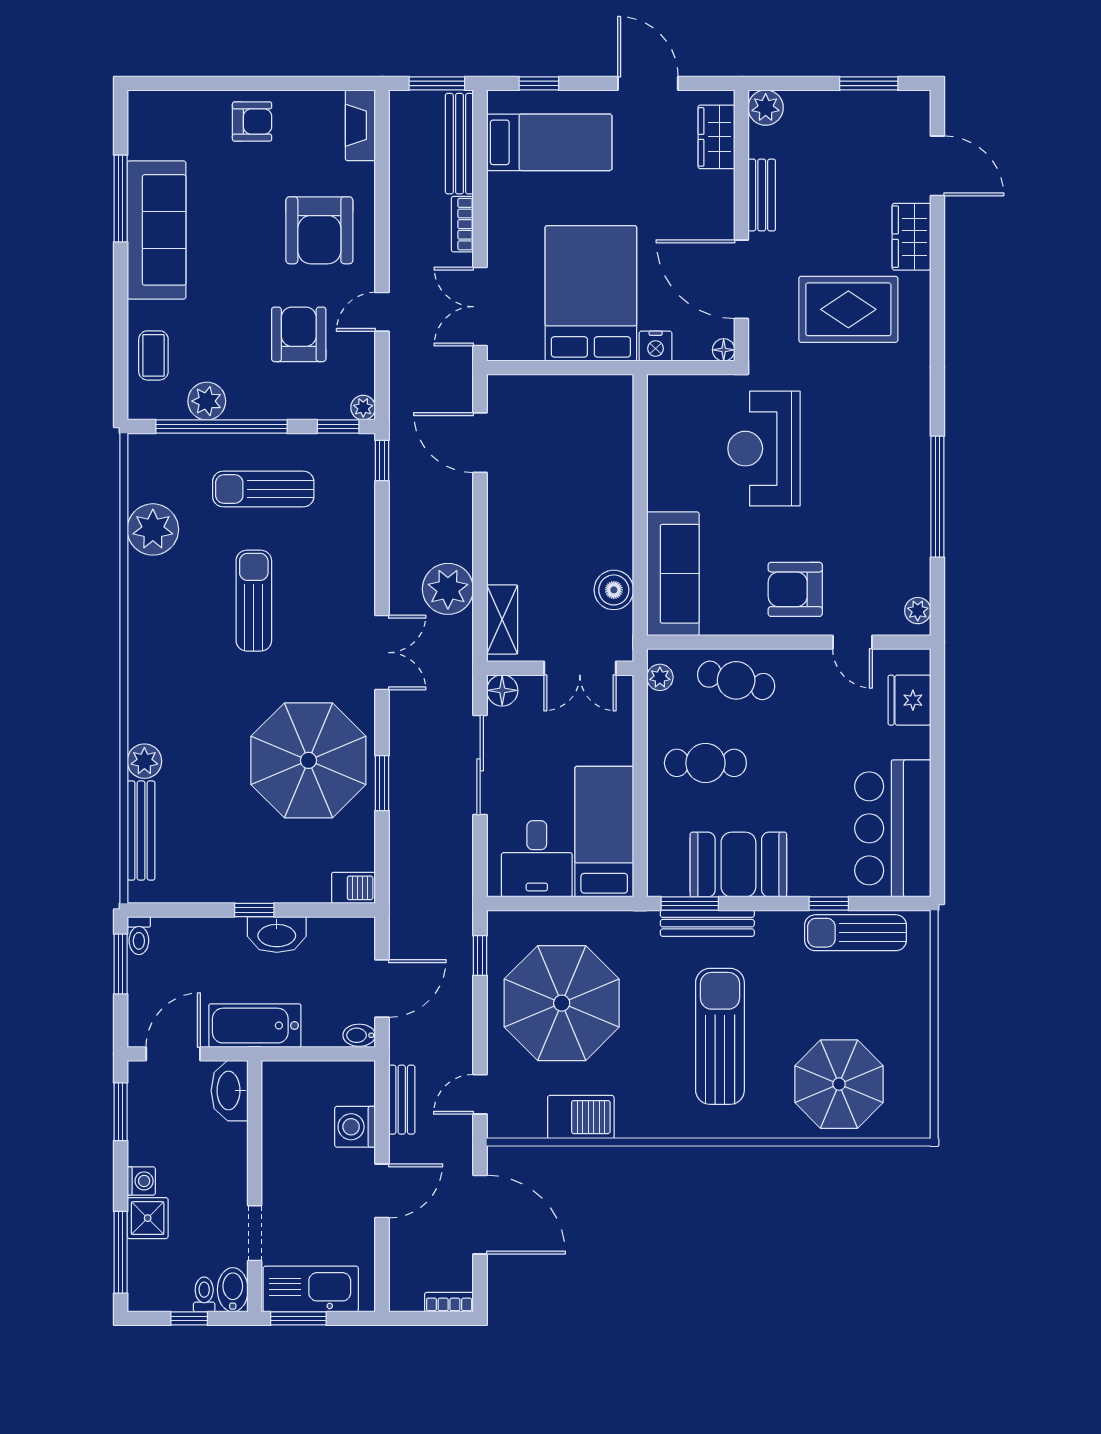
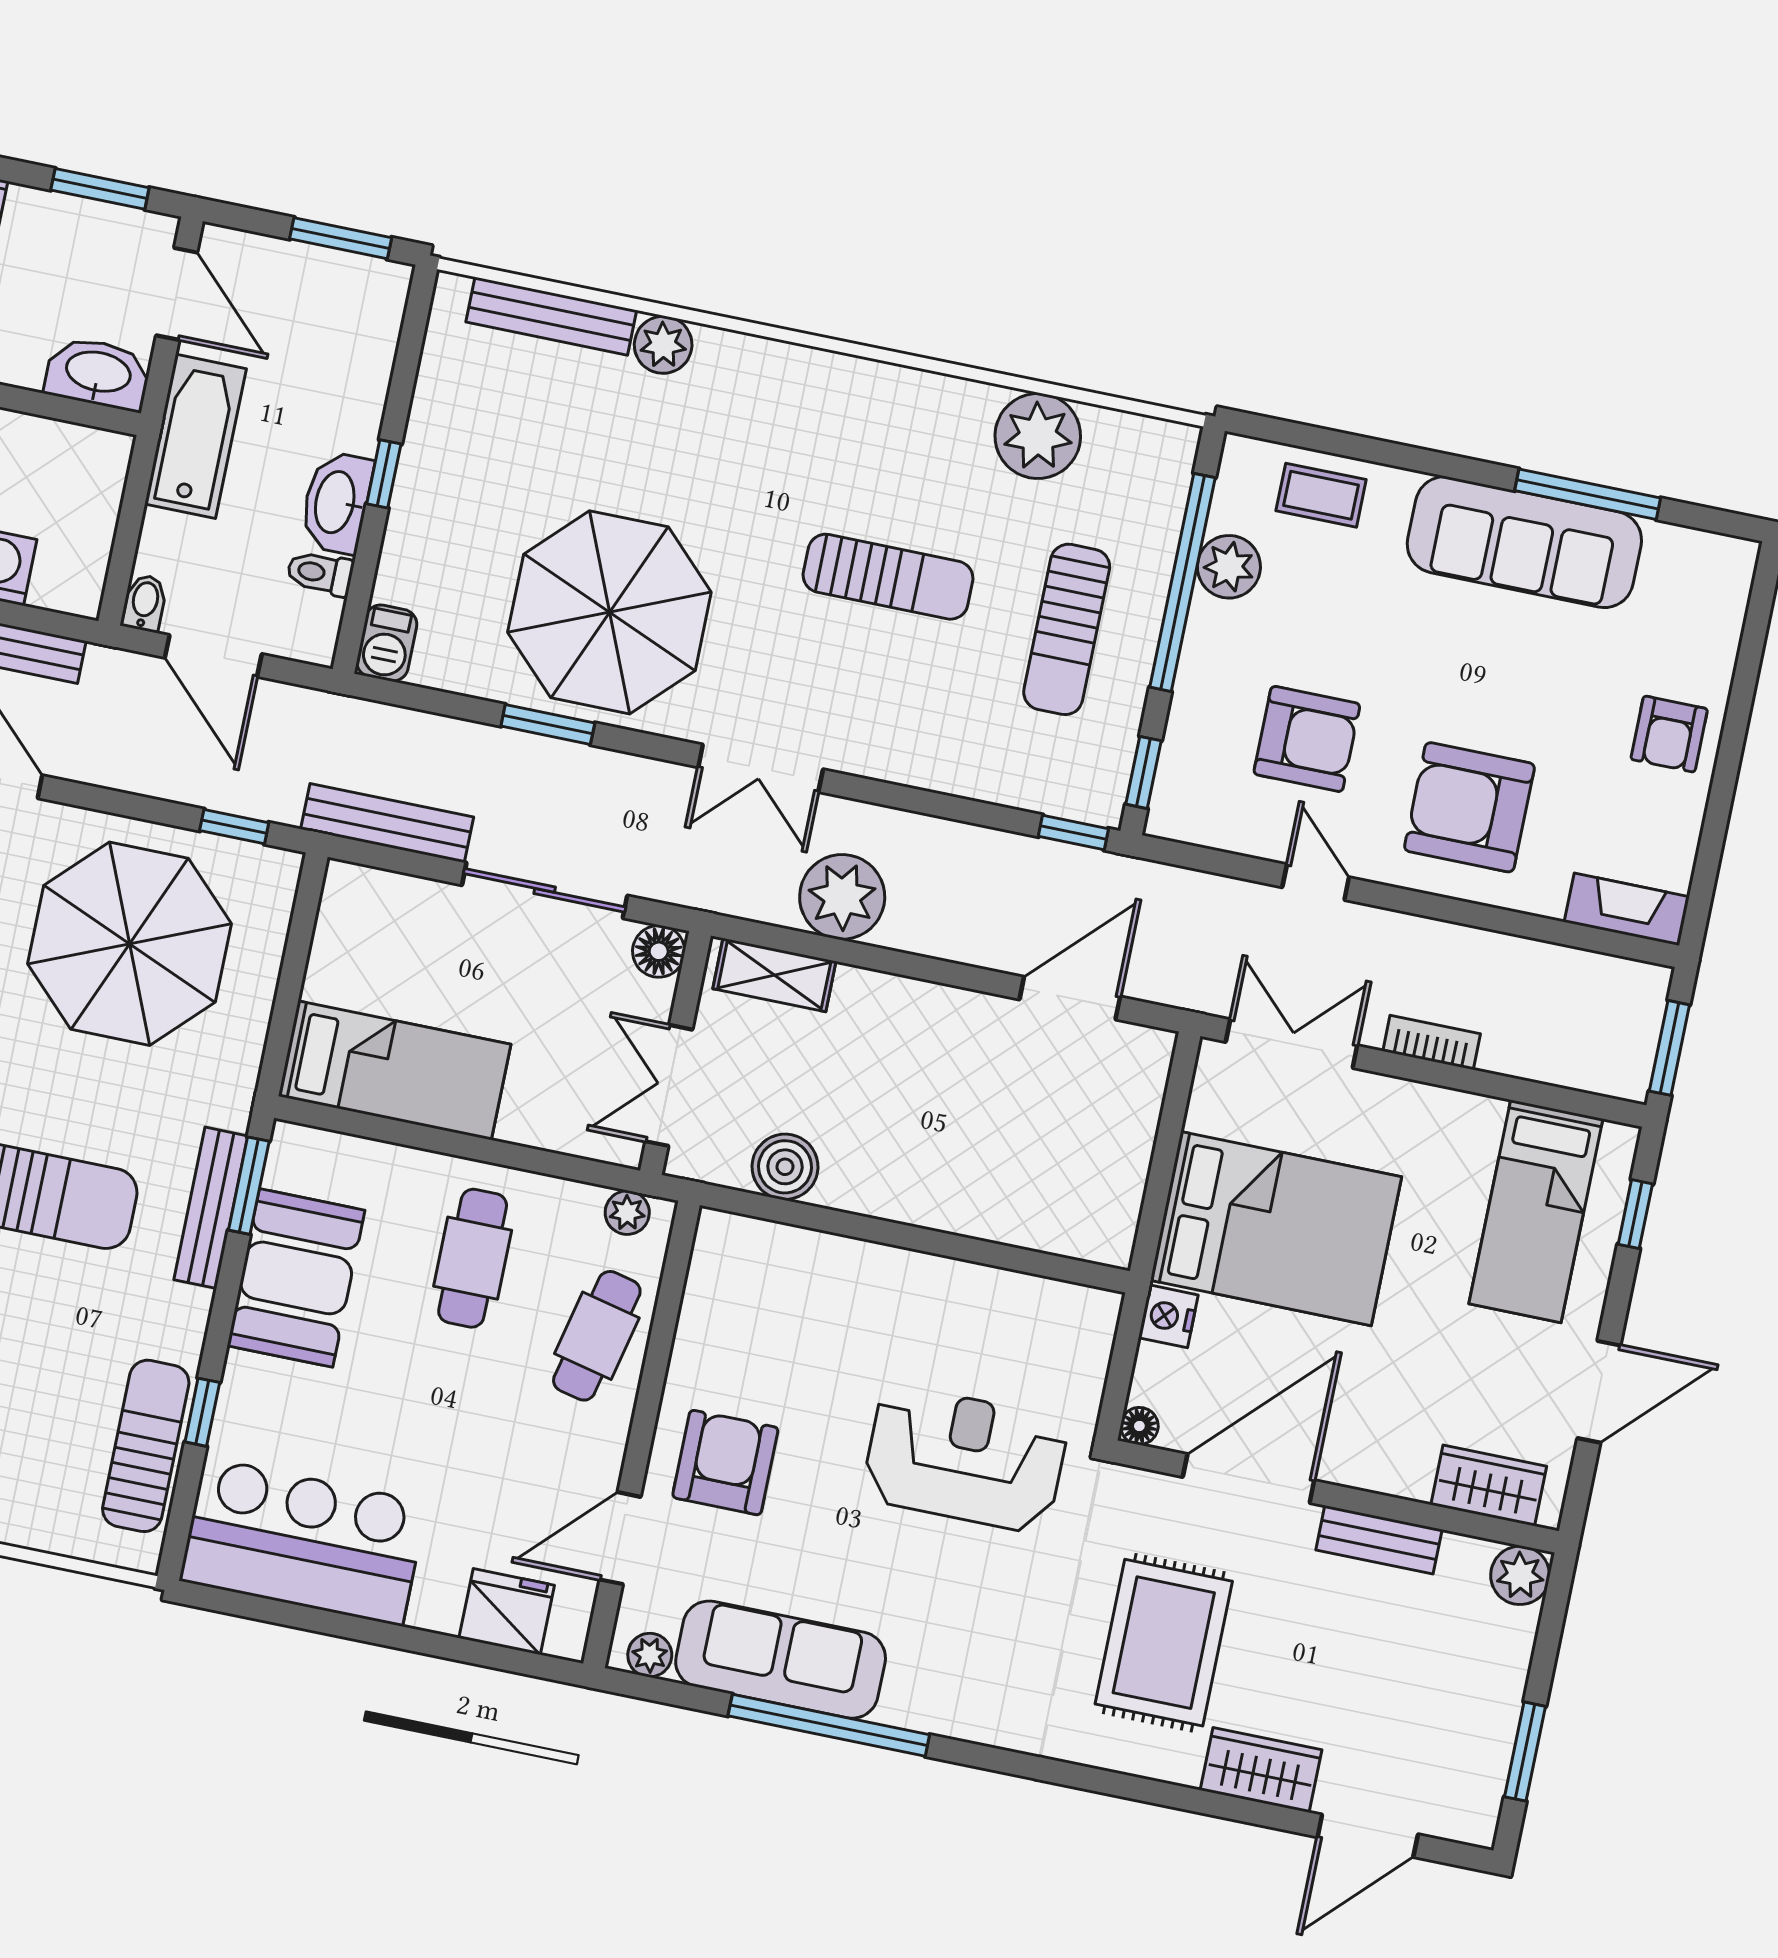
bench: (459, 144) -> (387, 823), moved
plant: (363, 408) -> (1166, 819), removed
sun lounger: (263, 489) -> (1067, 629), turned 180
sofa: (673, 574) -> (781, 1660), moved, turned 180
door: (852, 642) -> (620, 1538), width x1.38
desk: (537, 859) -> (373, 951), removed
toilet: (139, 936) -> (320, 573), moved

